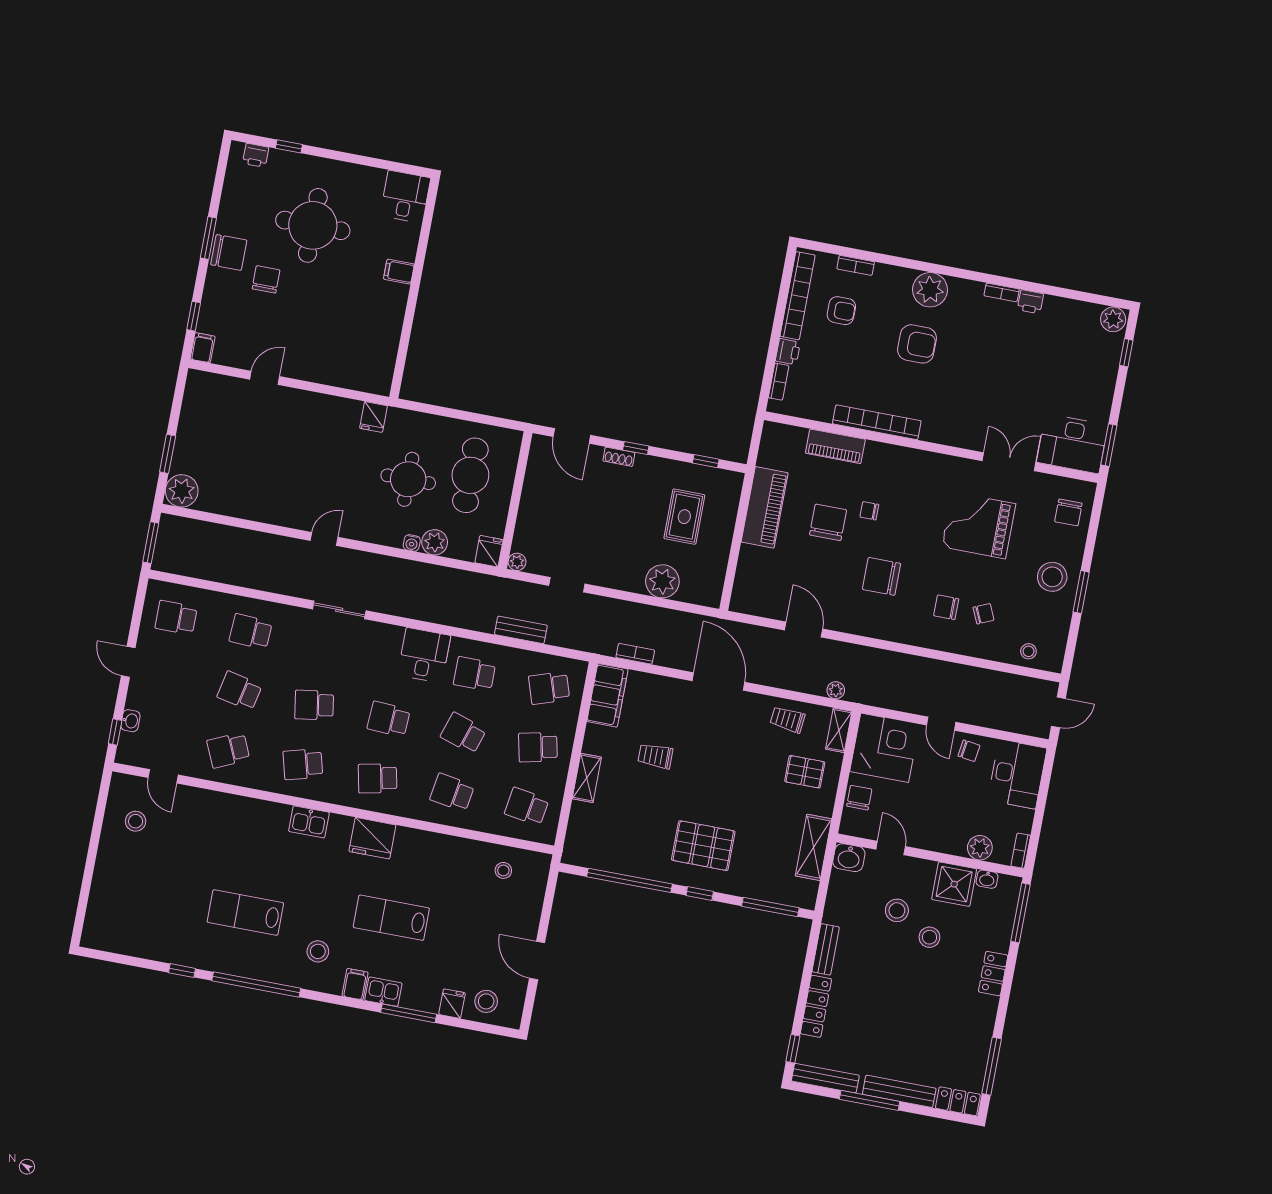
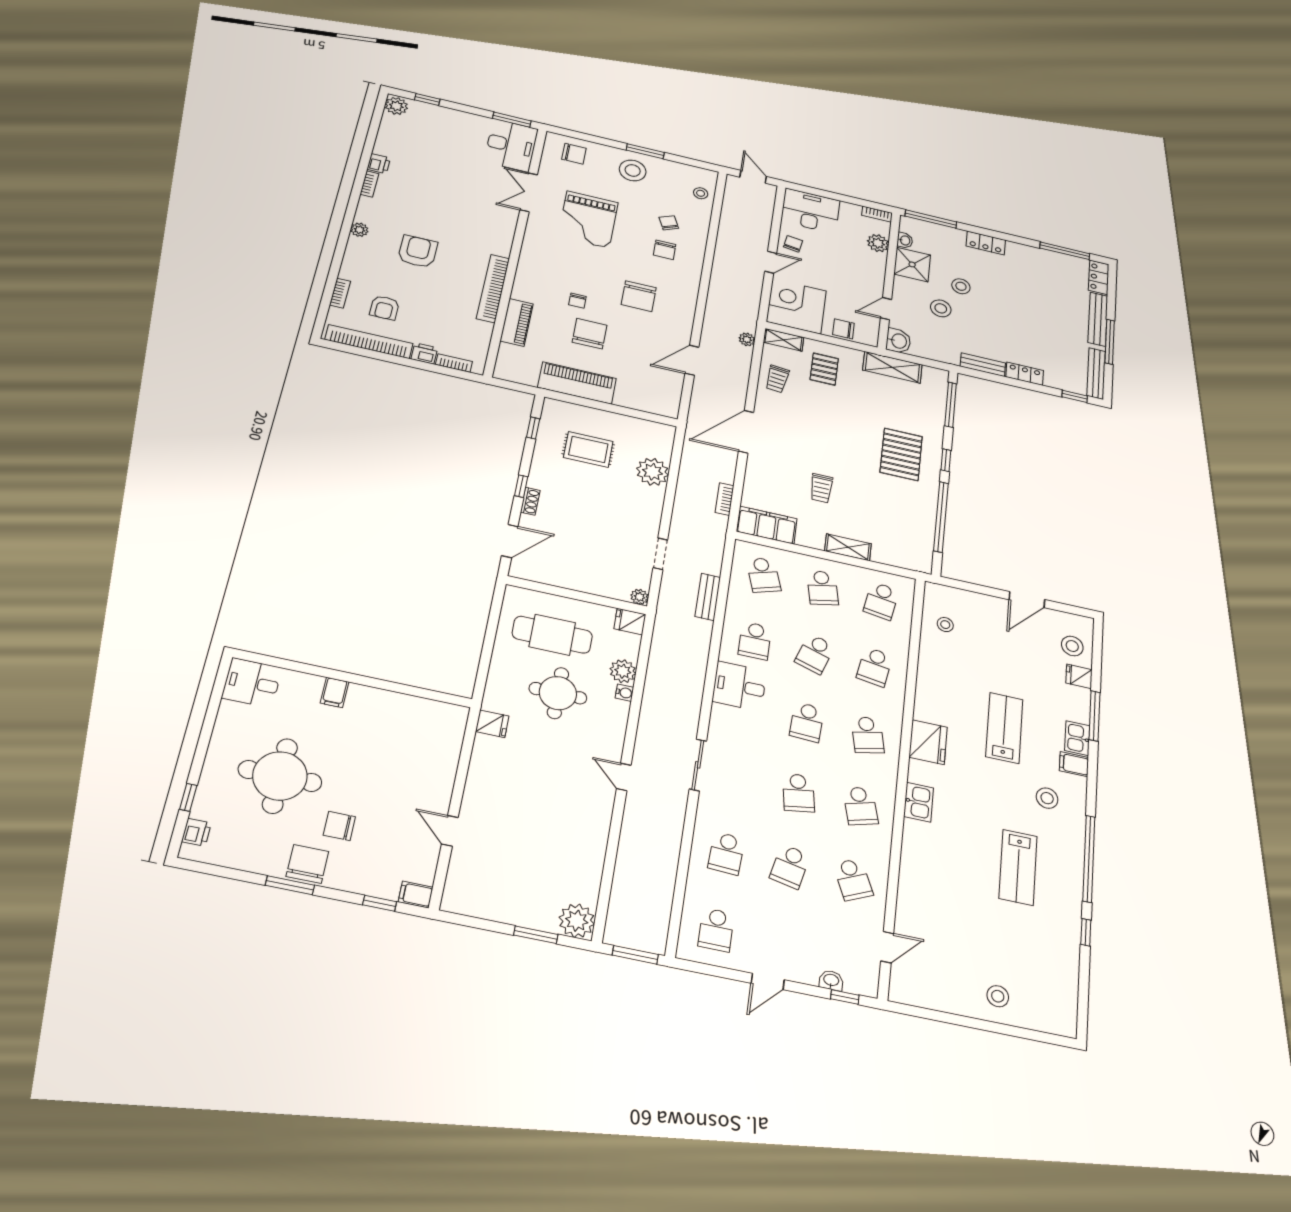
plant: (930, 290) -> (359, 230), width x0.53, depth x0.53
armchair: (841, 311) -> (384, 308), turned 180
chair: (828, 522) -> (590, 334), turned 90
stool: (136, 821) -> (998, 996), moved
lab bench: (391, 918) -> (1004, 728), turned 180
locker: (816, 1006) -> (1025, 374), width x0.66

